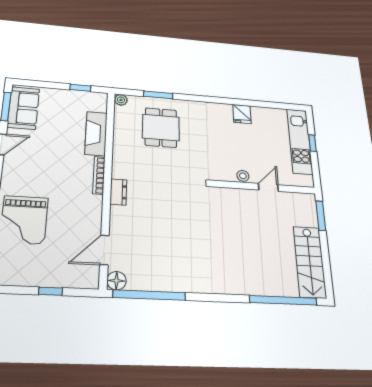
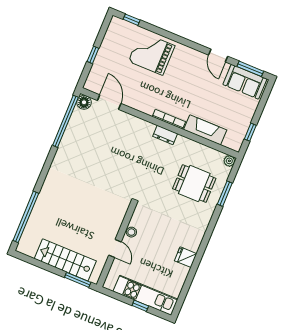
dresser: (118, 192) -> (165, 135), moved
stairs: (310, 262) -> (65, 260), moved

